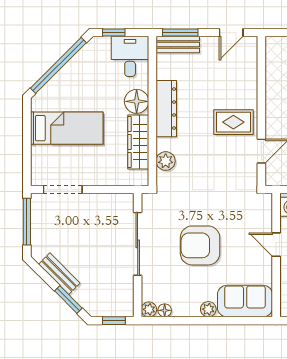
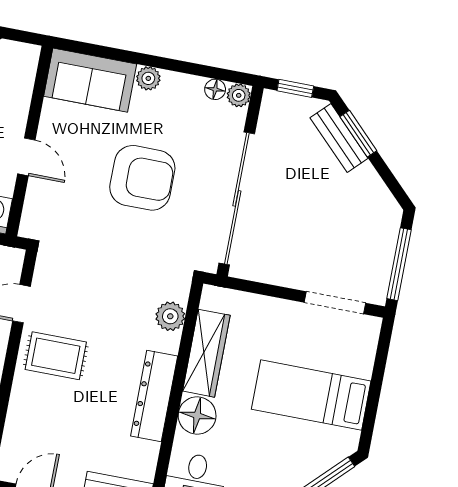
sliding door: (138, 244) -> (237, 198), width x1.36
bench: (59, 274) -> (339, 138), moved

